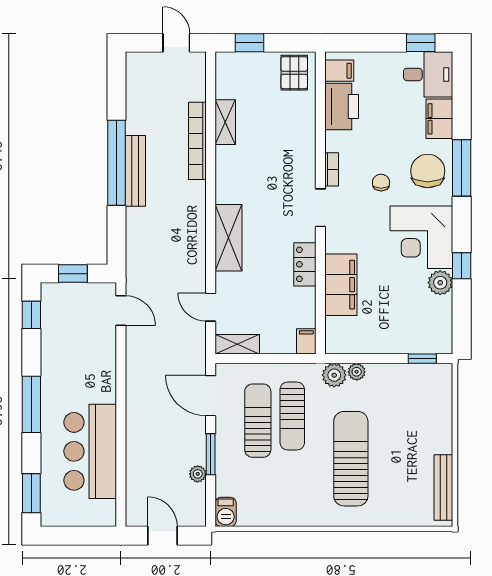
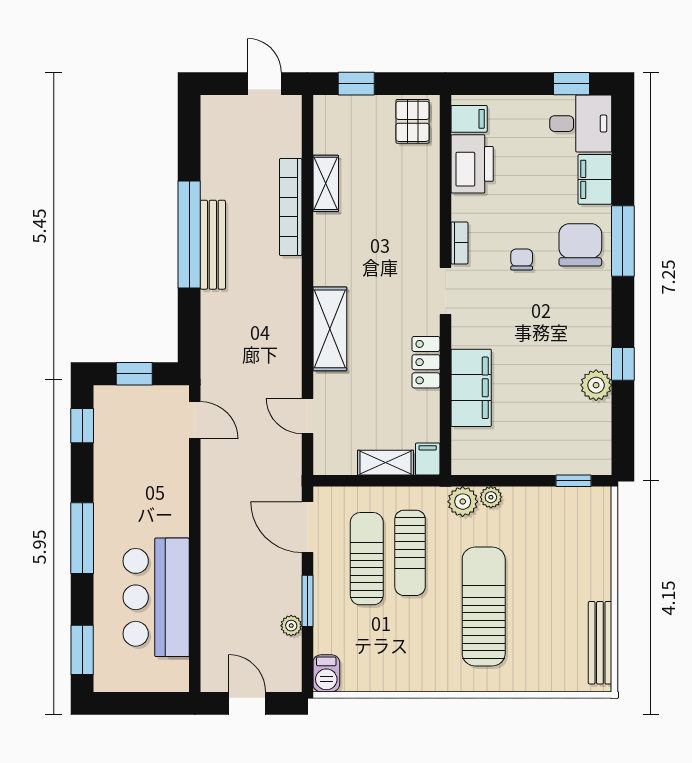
corner desk: (421, 237) -> (572, 328), removed
shelving: (237, 344) -> (386, 463), moved

